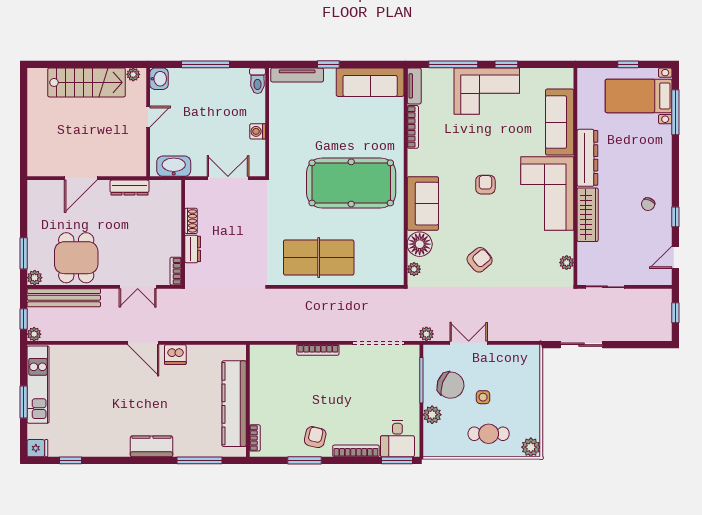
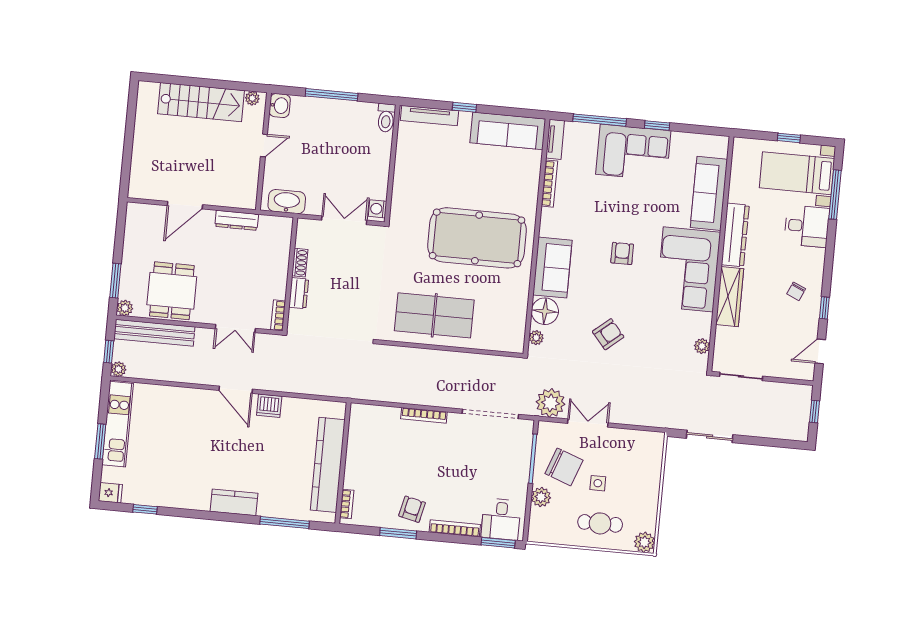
washing machine: (258, 131) -> (378, 209), moved
desk: (652, 144) -> (807, 226), added
plant: (426, 334) -> (550, 403), width x1.88, depth x1.88

